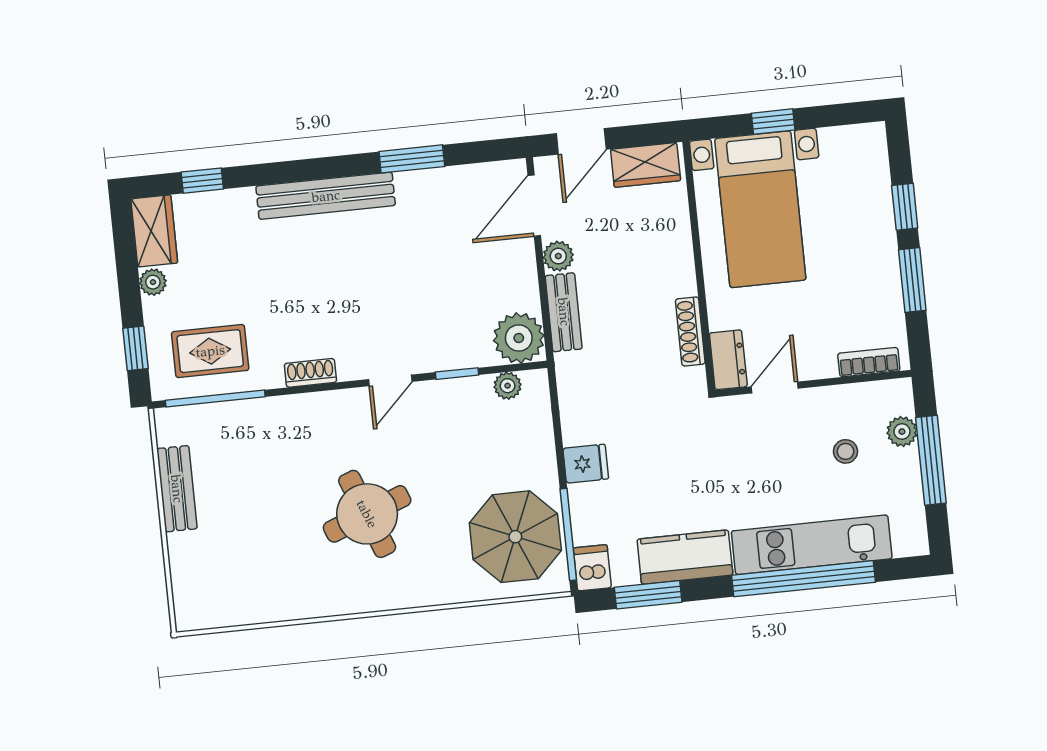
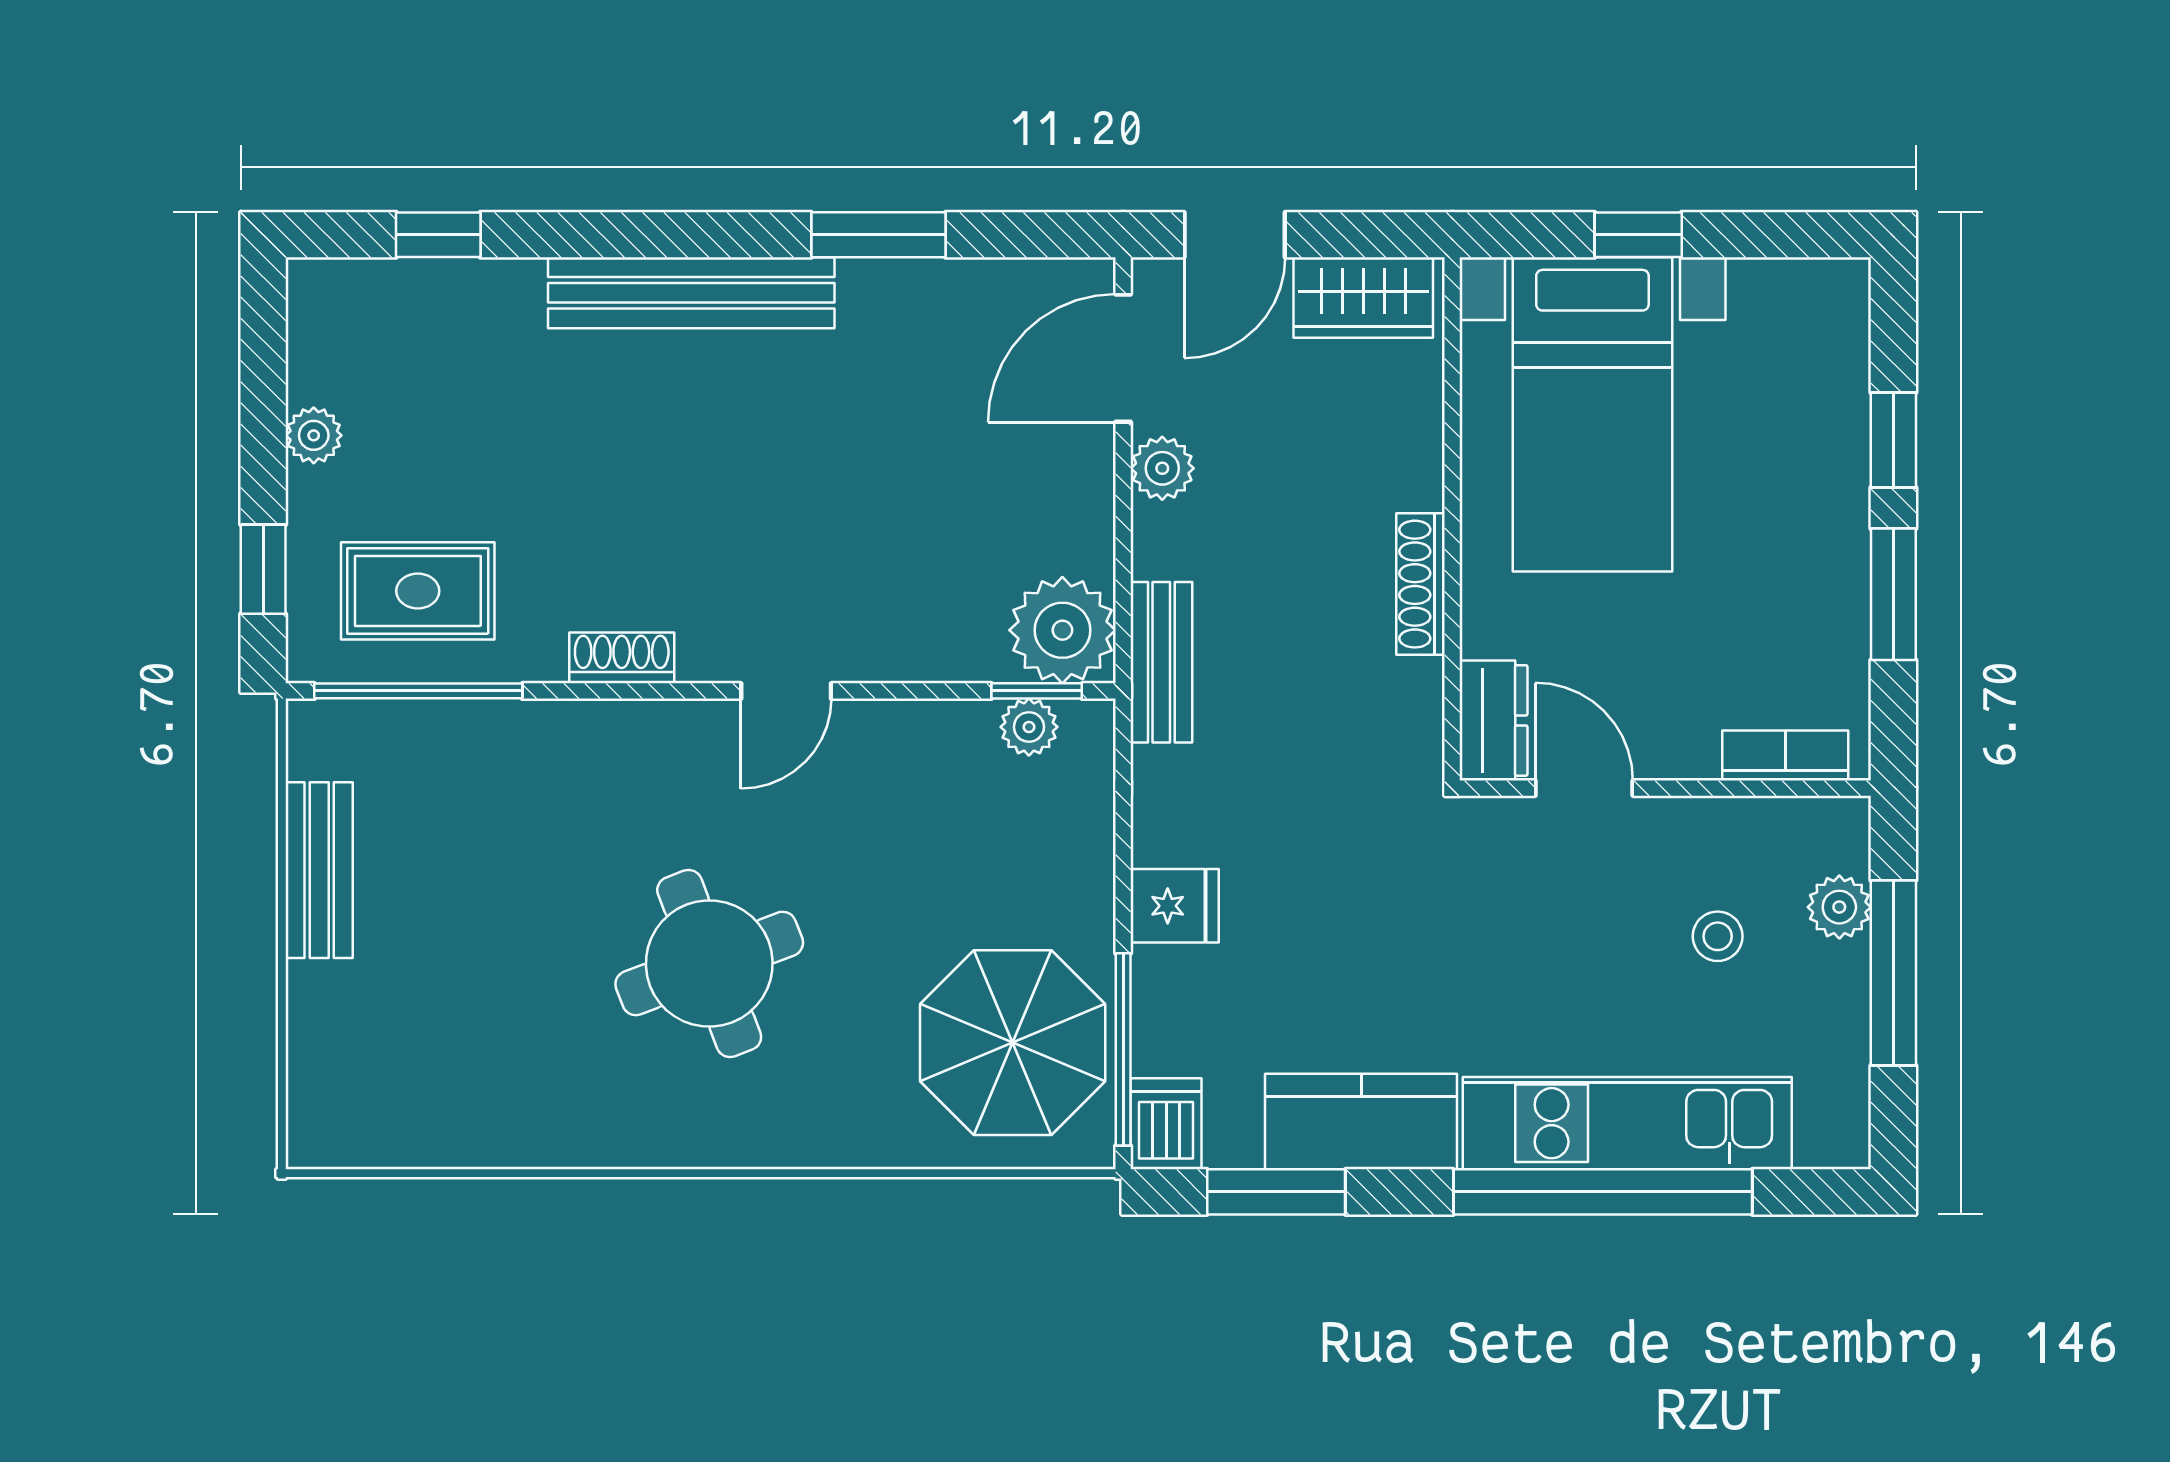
wardrobe: (154, 231) -> (327, 329), removed
bench: (564, 312) -> (1161, 662), moved
shoe rack: (690, 331) -> (1421, 584), moved
window: (457, 374) -> (1037, 691), moved
door: (775, 387) -> (1584, 788), hinge flipped

